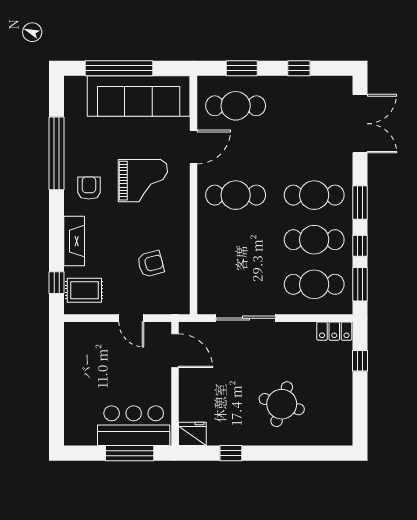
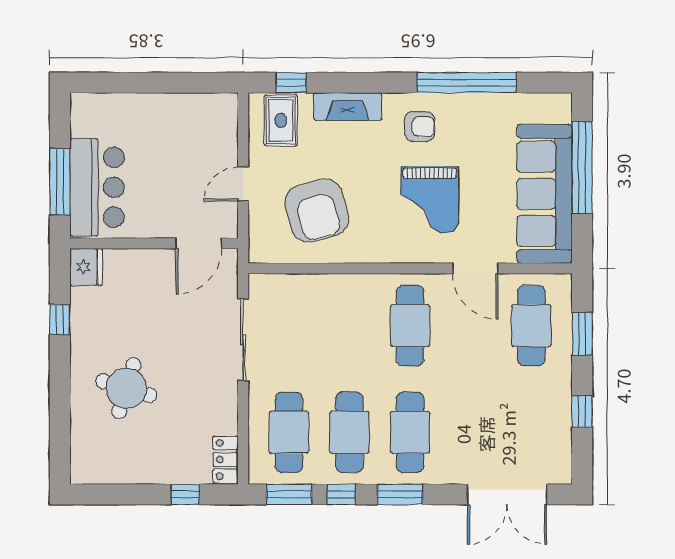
armchair: (151, 264) -> (317, 210), width x1.88, depth x1.88

